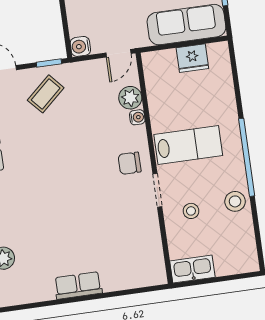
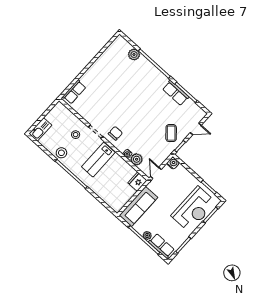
fridge: (192, 58) -> (138, 182), moved
kitchen sink: (192, 269) -> (40, 129), moved
row of seats: (78, 285) -> (74, 92), moved

